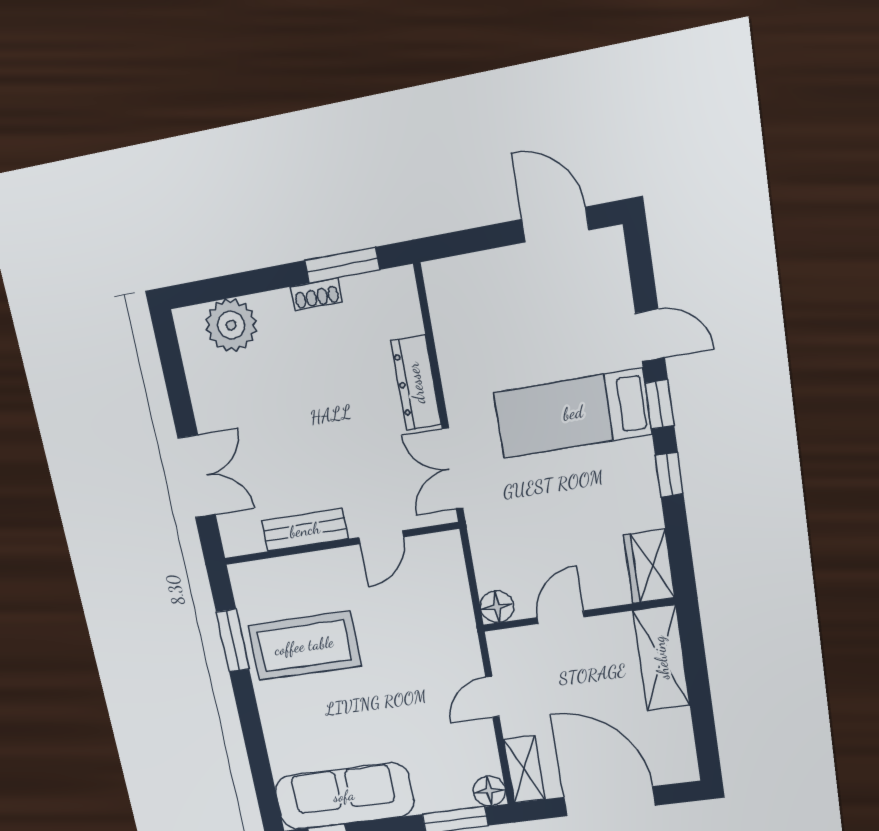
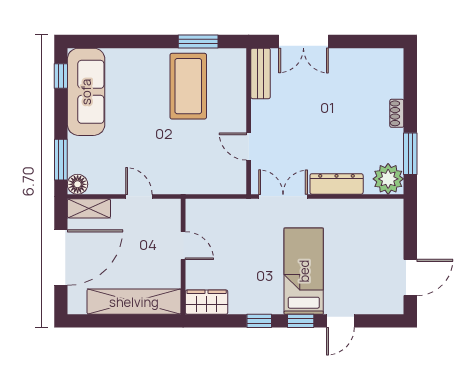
shoe rack: (316, 294) -> (397, 113), moved
plant: (231, 325) -> (388, 179), moved
bench: (305, 530) -> (261, 73), moved
floor lamp: (497, 607) -> (195, 209), removed
shelving: (661, 658) -> (134, 302), width x1.47

